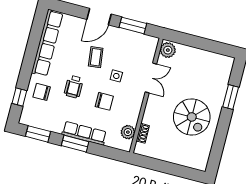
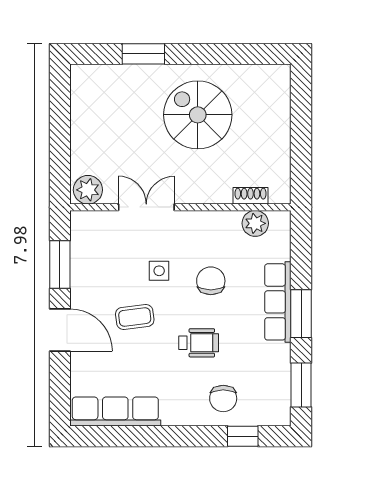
row of seats: (47, 43) -> (115, 412), width x0.73
spiral stairs: (192, 117) -> (198, 115), turned -90

